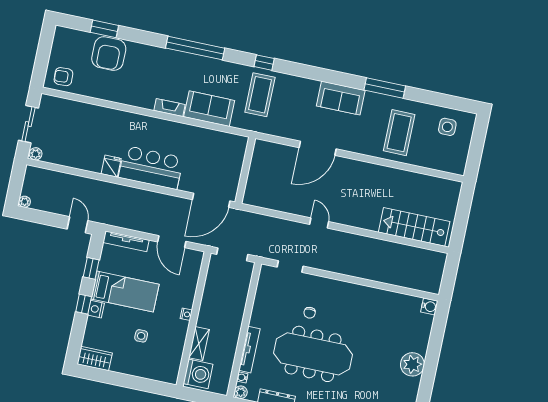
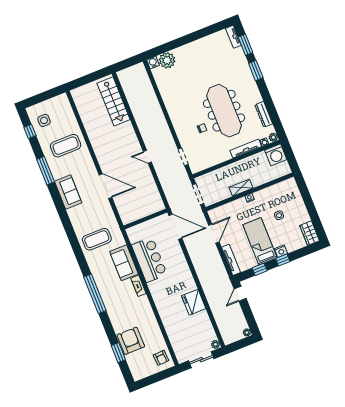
armchair: (109, 54) -> (131, 341), turned -90
window: (264, 63) -> (30, 131), moved
fridge: (111, 166) -> (194, 302), width x1.88, depth x1.34
bar counter: (151, 168) -> (149, 260), moved, turned 180
door: (319, 223) -> (147, 157), hinge flipped
shelving: (199, 344) -> (241, 188), moved
plant: (412, 364) -> (167, 60), moved
washing machine: (198, 374) -> (276, 155), moved, turned 180

